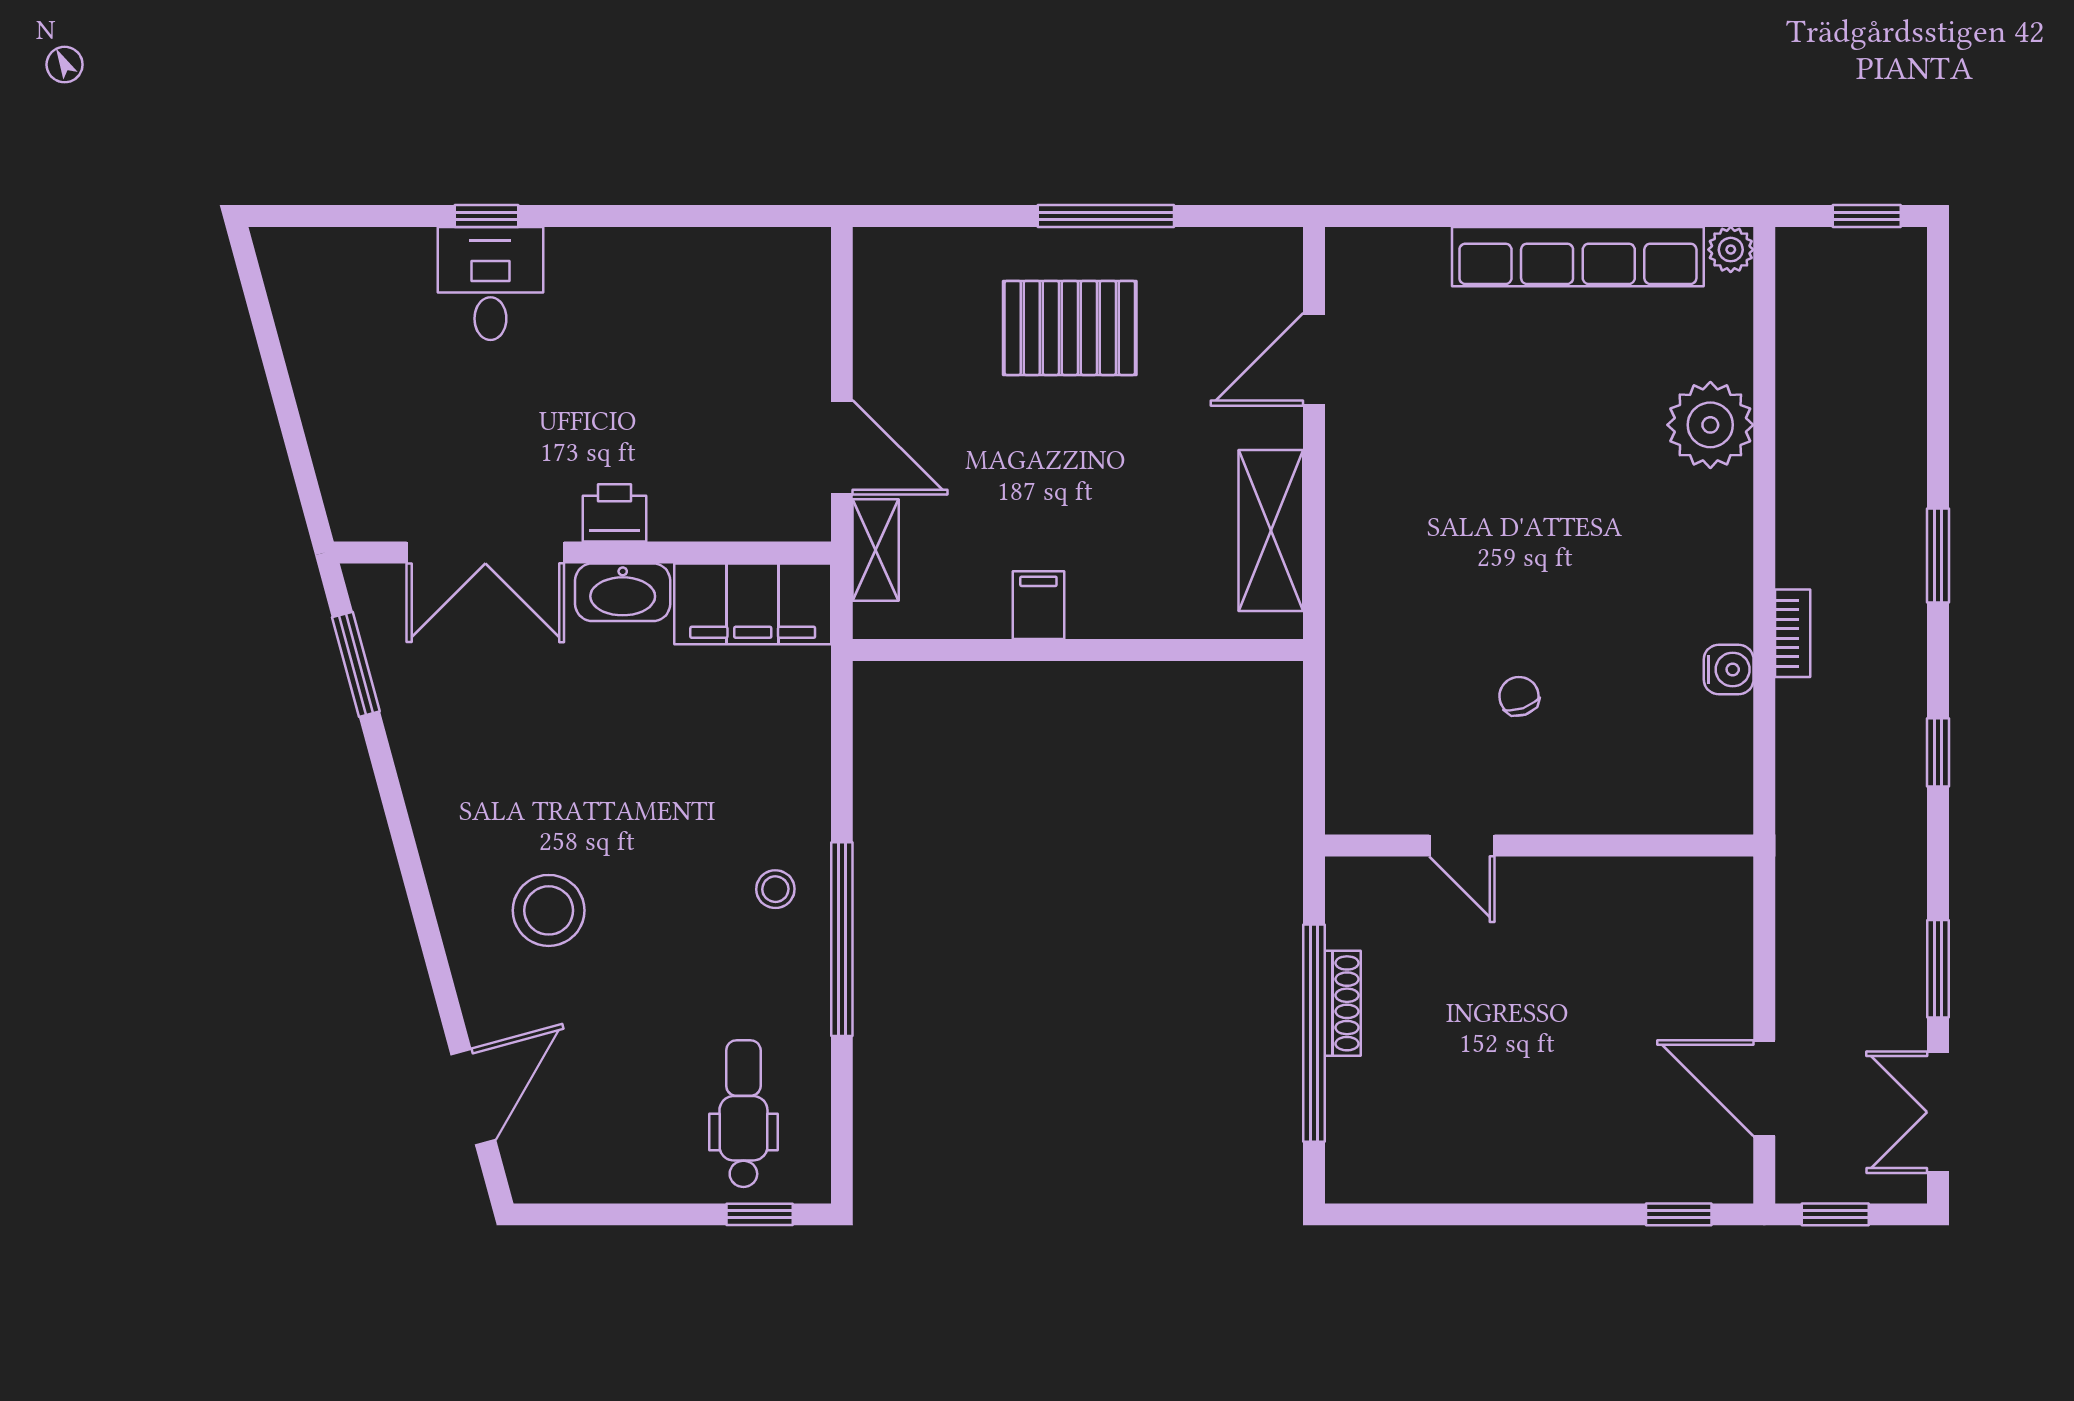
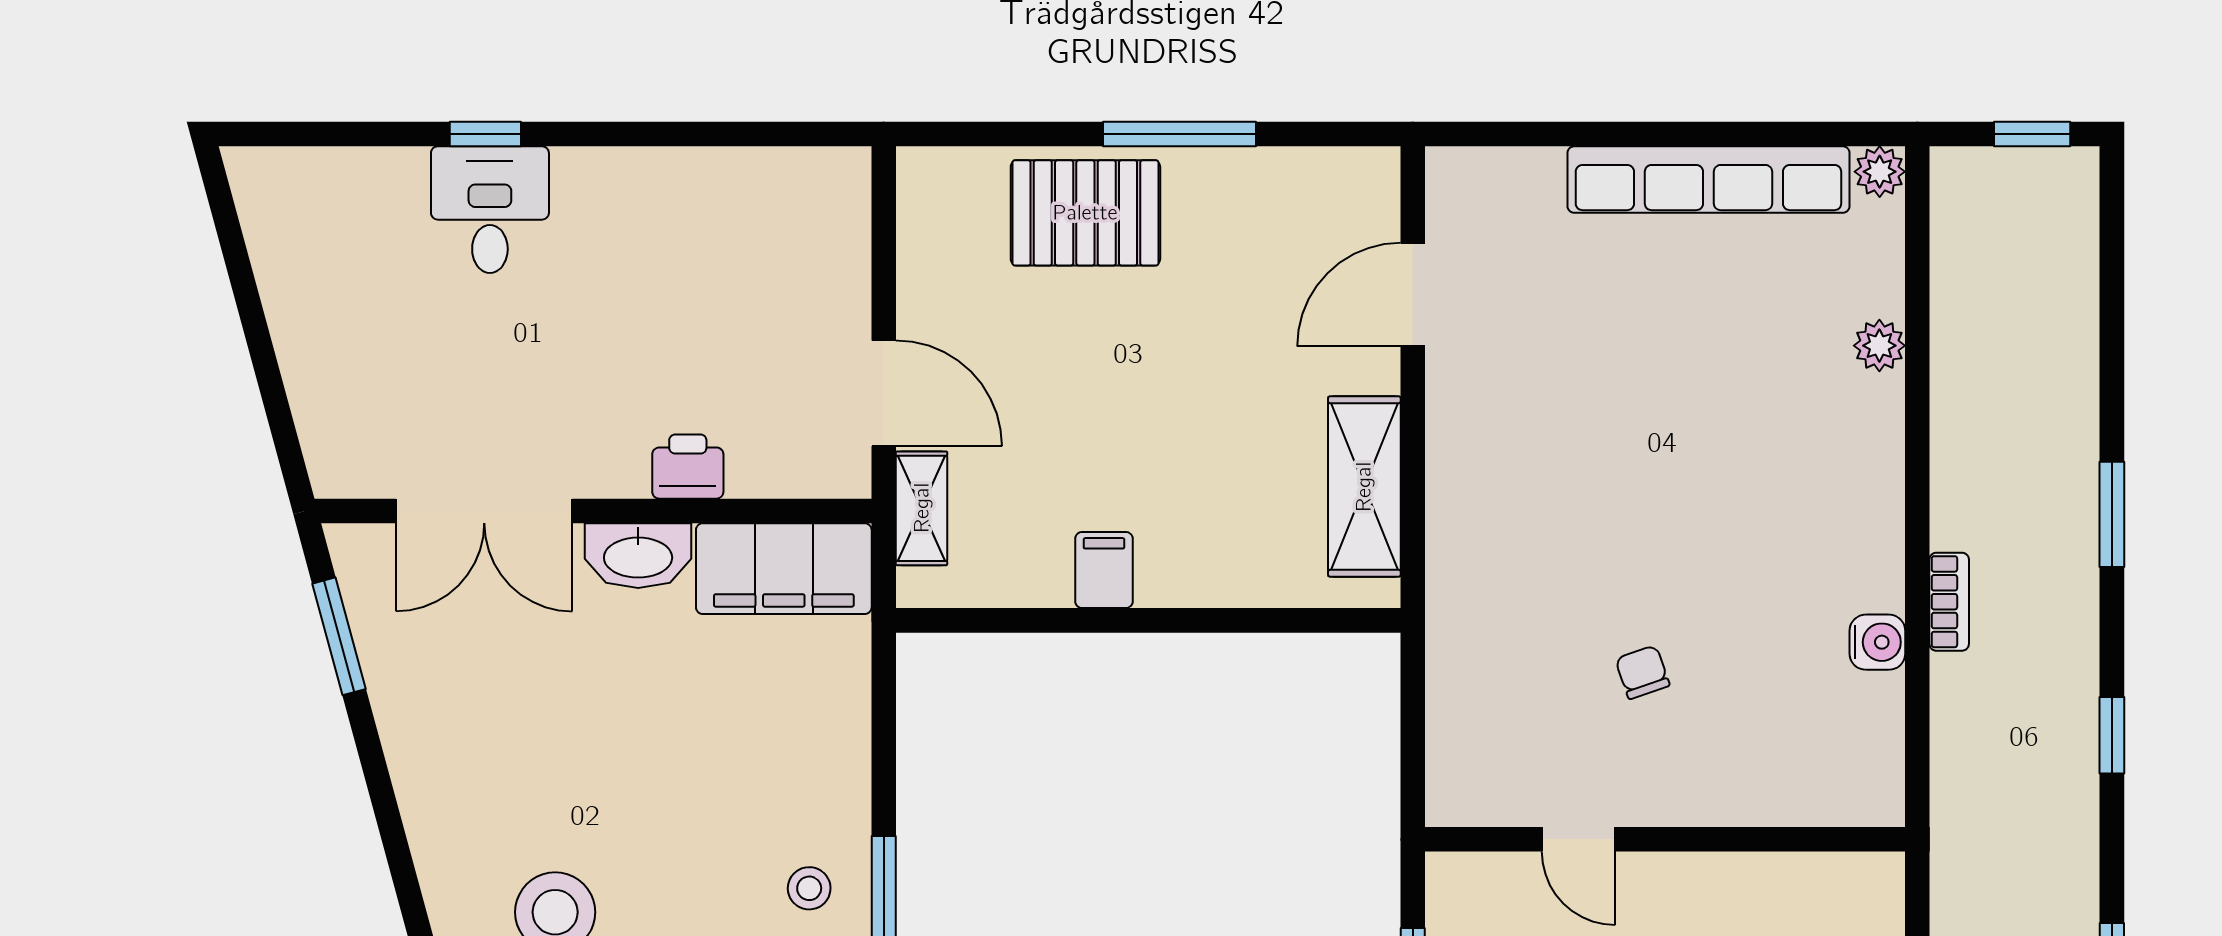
pallet: (1070, 328) -> (1085, 213), moved
plant: (1710, 425) -> (1879, 346), width x0.53, depth x0.53
printer: (614, 513) -> (688, 467), moved

